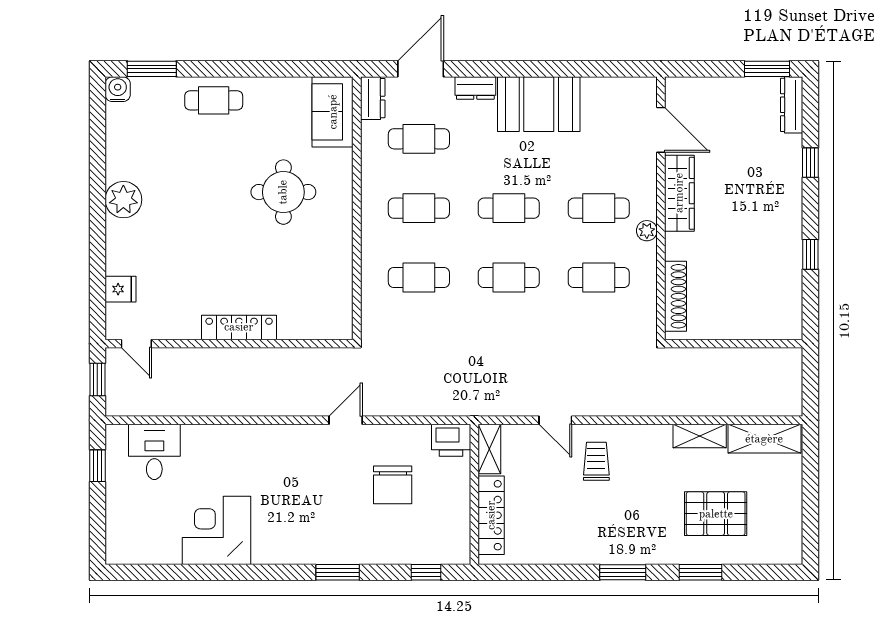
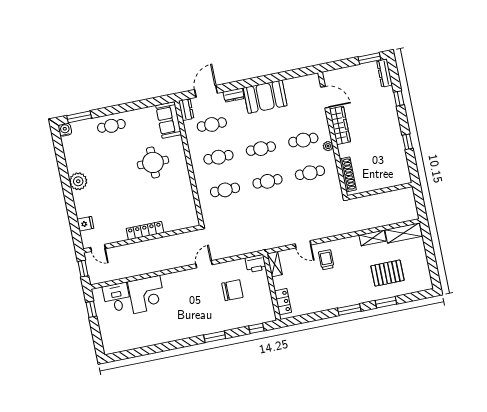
chair: (393, 485) -> (232, 290), turned -90
locker: (491, 515) -> (283, 302), width x0.66
corner desk: (217, 530) -> (147, 294), moved, turned 180

